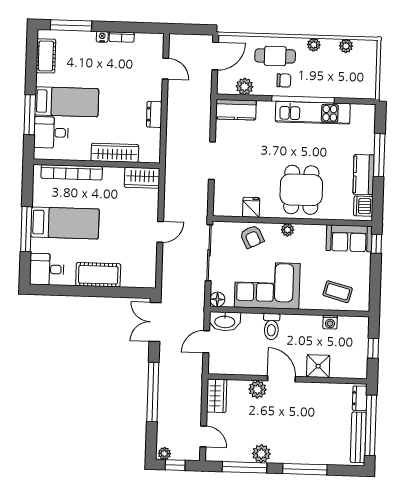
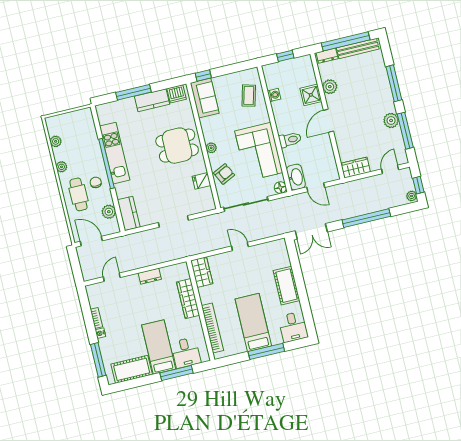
cot: (46, 56) -> (132, 369), width x1.37, depth x1.34
plant: (257, 389) -> (330, 87), moved

